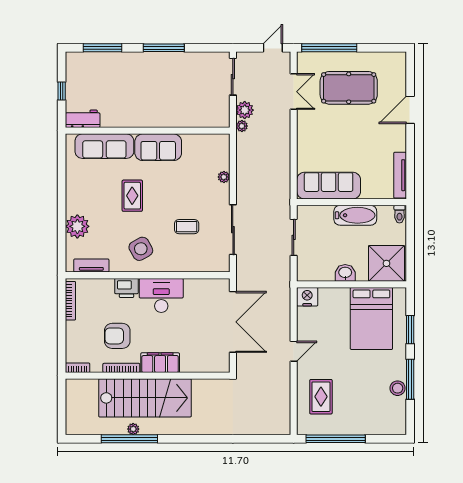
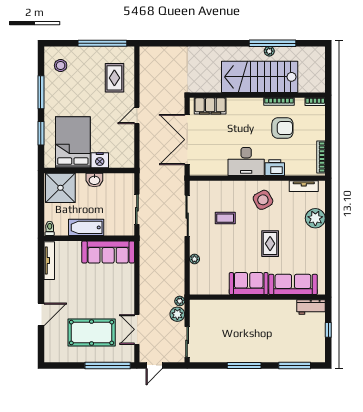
nightstand: (307, 297) -> (100, 160), moved
filing cabinet: (160, 363) -> (210, 106), moved
stool: (398, 388) -> (61, 65), moved

